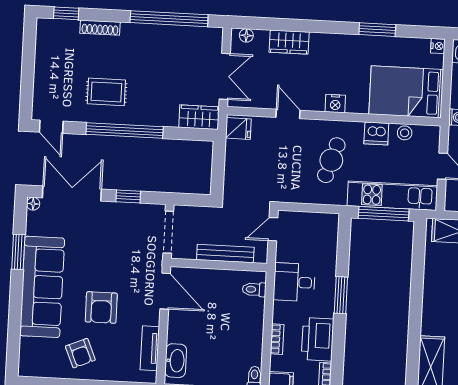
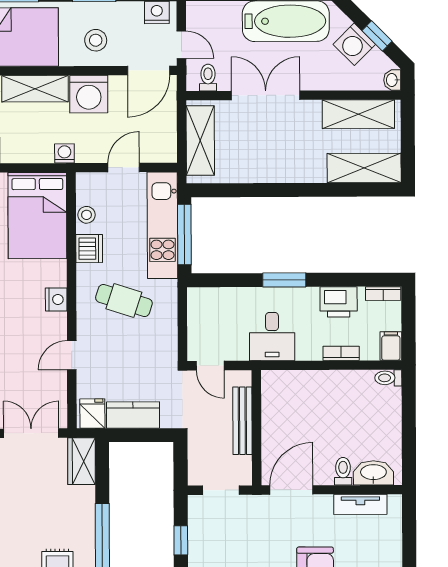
kitchen counter: (235, 162) -> (133, 415), added
doorway: (168, 232) -> (221, 490), width x0.73
toilet: (254, 289) -> (343, 471), moved, turned 180
printer: (318, 339) -> (339, 302), width x0.73, depth x0.84

